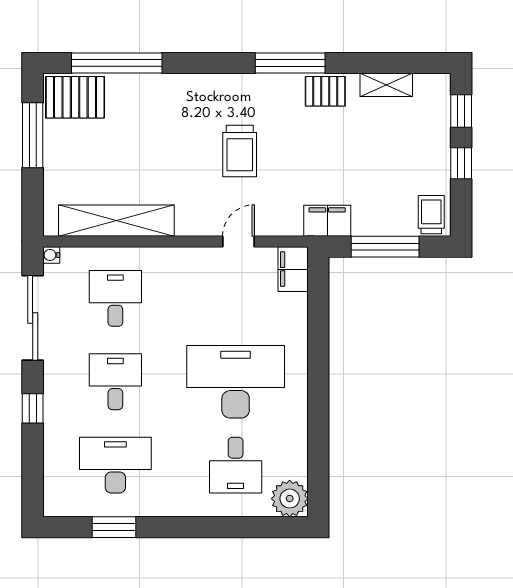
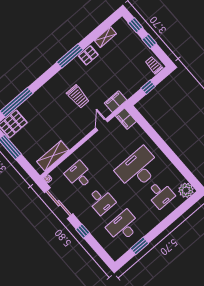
shelving: (116, 221) -> (53, 156), width x0.68
filing cabinet: (327, 221) -> (116, 102), moved
window: (385, 247) -> (148, 87), width x0.46
desk: (115, 382) -> (101, 201), turned 180

